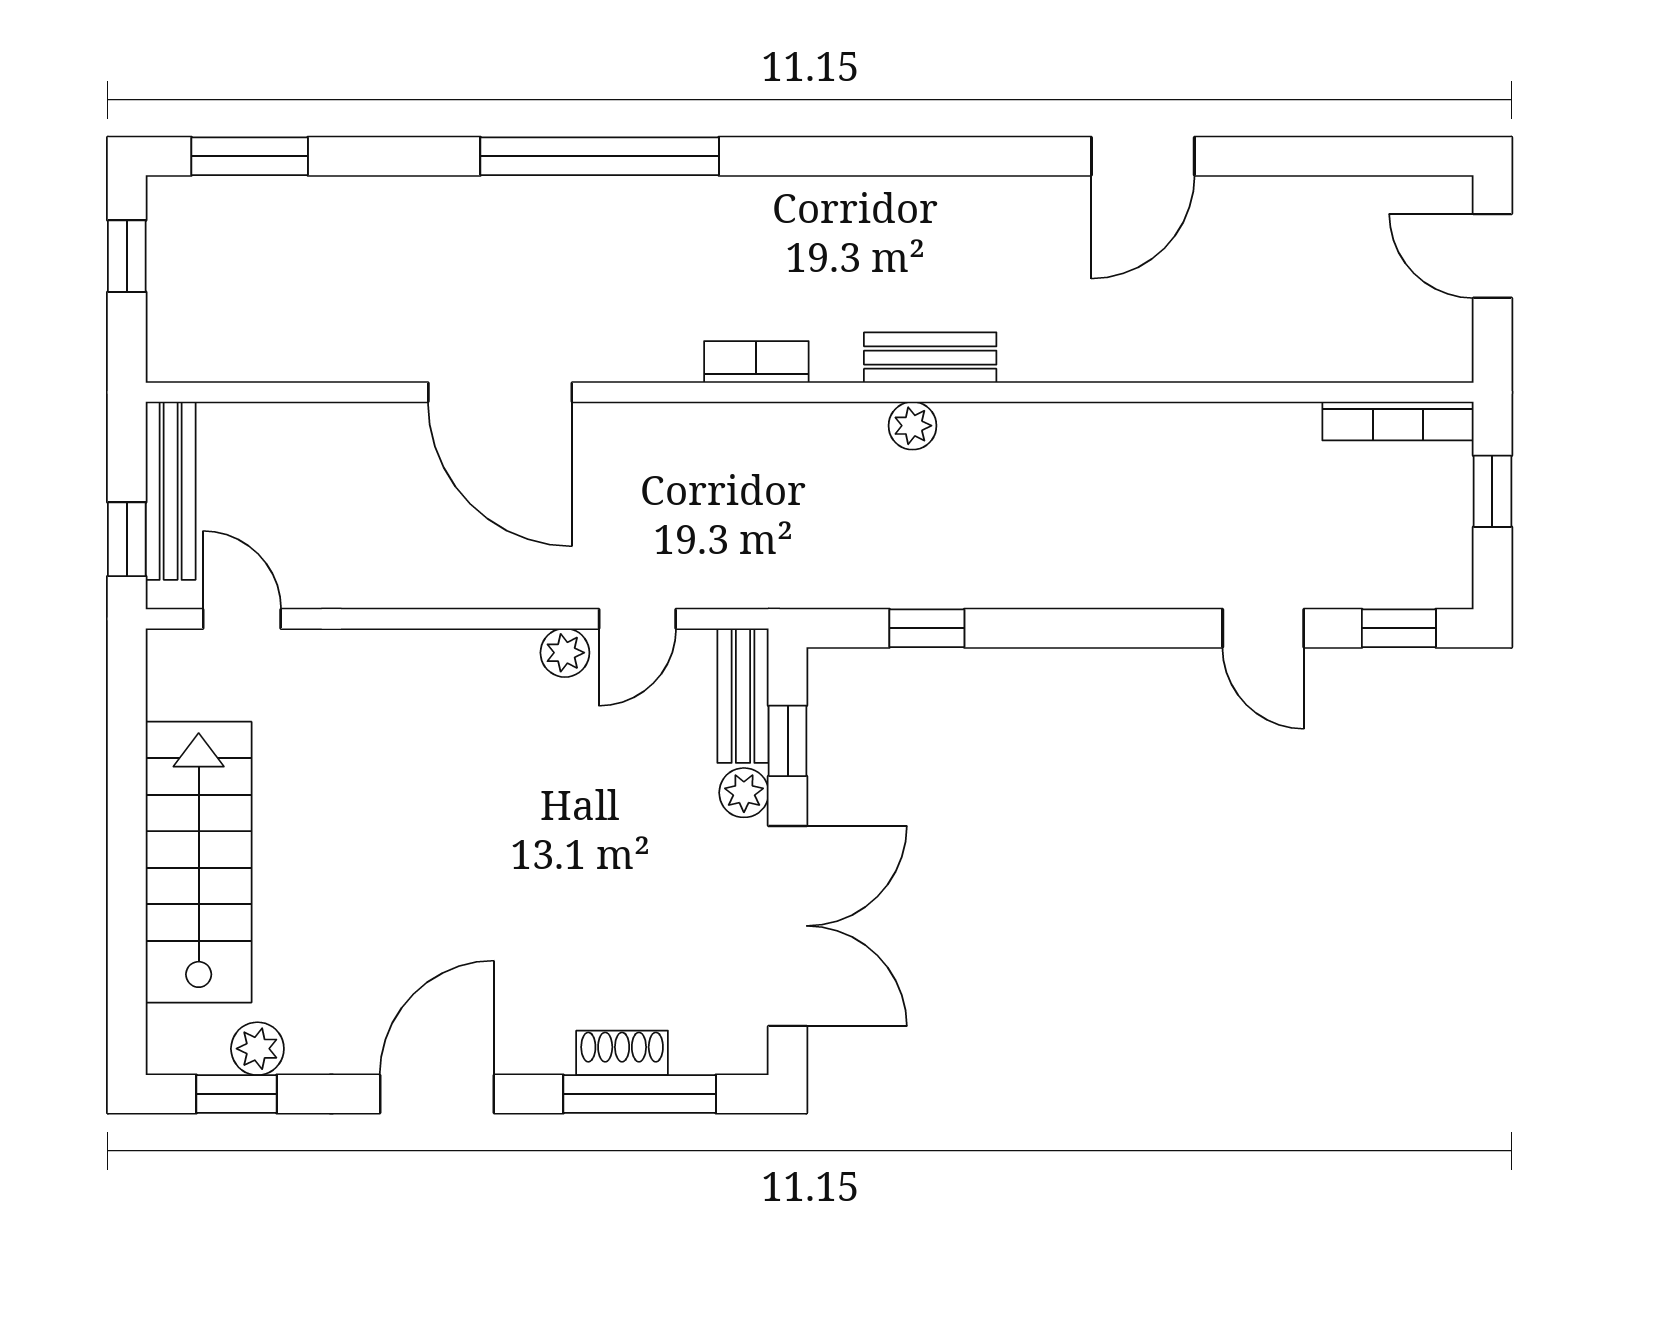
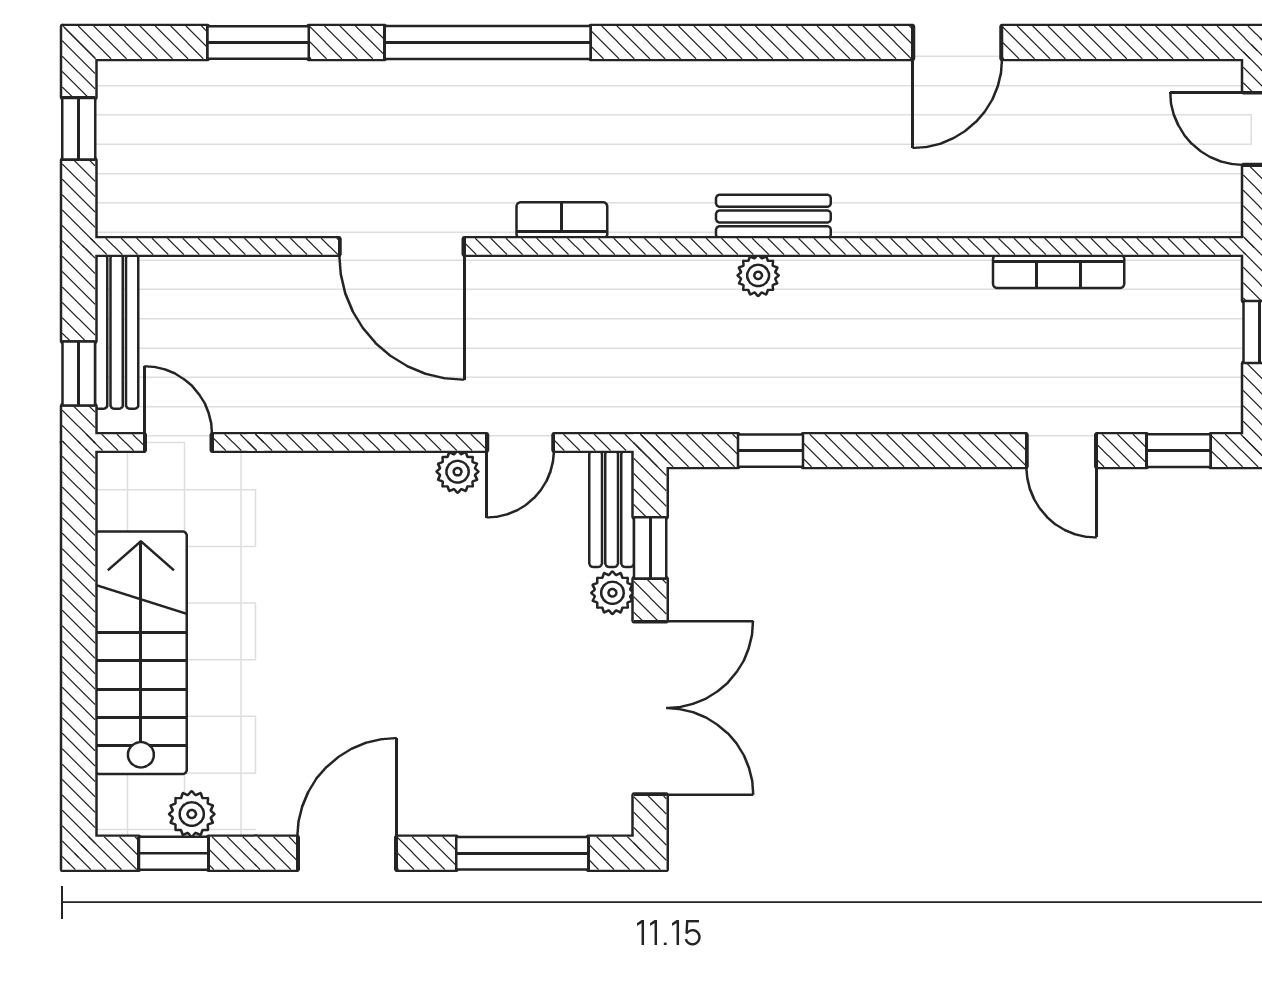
window: (250, 156) -> (258, 42), moved
bookcase: (756, 362) -> (562, 220), moved
bookcase: (1398, 421) -> (1059, 271), moved
shoe rack: (622, 1053) -> (507, 818), removed

